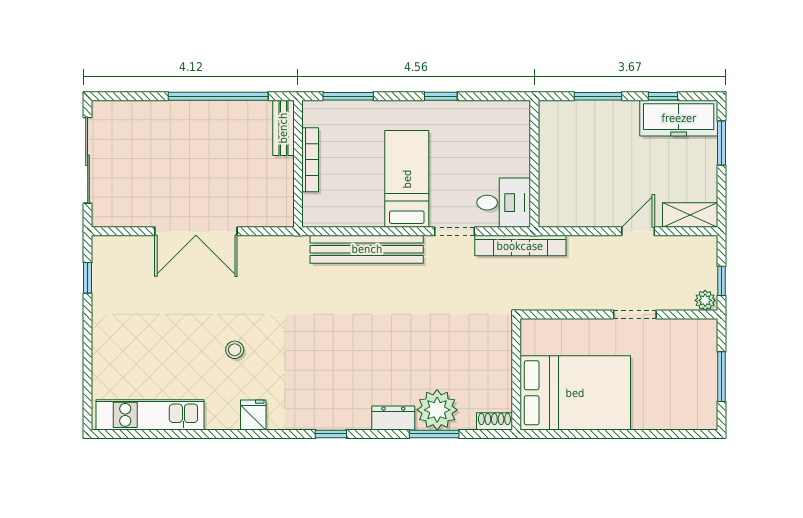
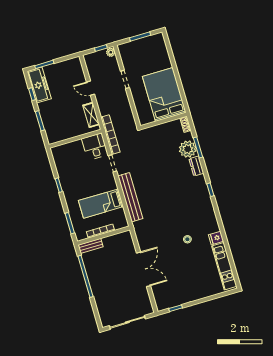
bed: (407, 179) -> (101, 204), moved
shelving: (690, 215) -> (91, 115), moved
fridge: (253, 415) -> (216, 238), moved

